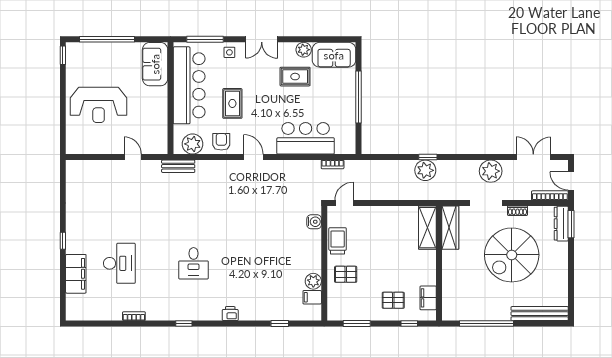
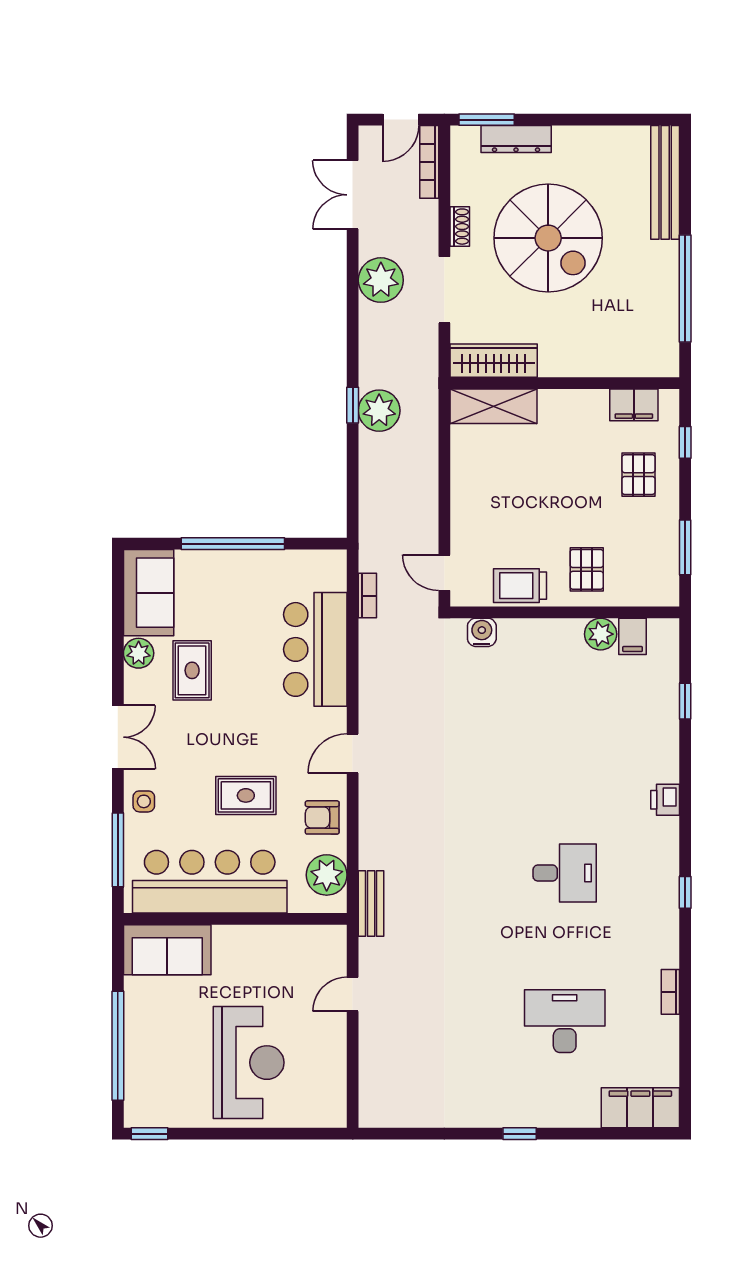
dresser: (561, 224) -> (516, 139), moved
filing cabinet: (76, 274) -> (640, 1108), moved

